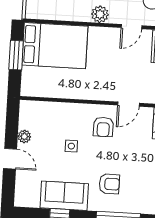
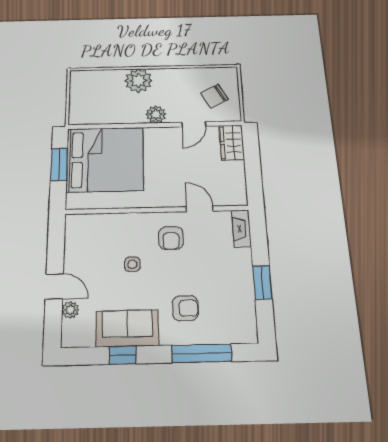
bed: (55, 46) -> (105, 159), width x1.36
door: (128, 104) -> (200, 209), swing flipped
plant: (24, 136) -> (70, 310), moved

